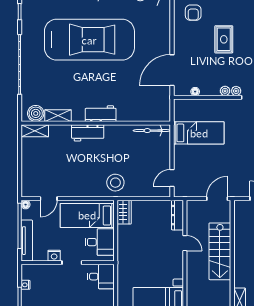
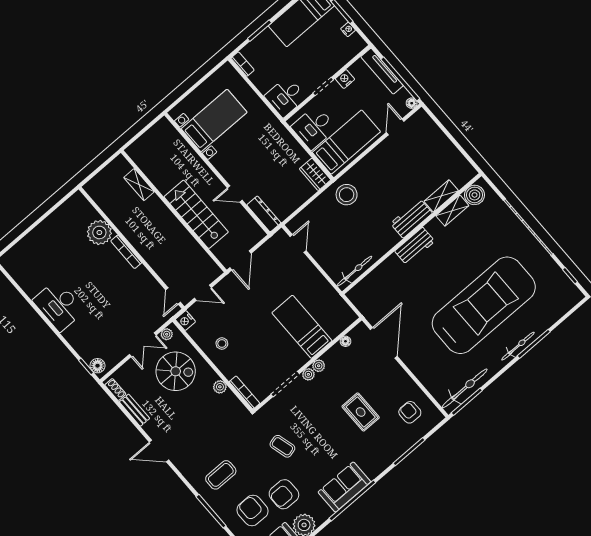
car: (89, 40) -> (484, 305), turned 180
shelving: (35, 131) -> (441, 196), moved
bed: (199, 133) -> (302, 327), moved, turned 90

